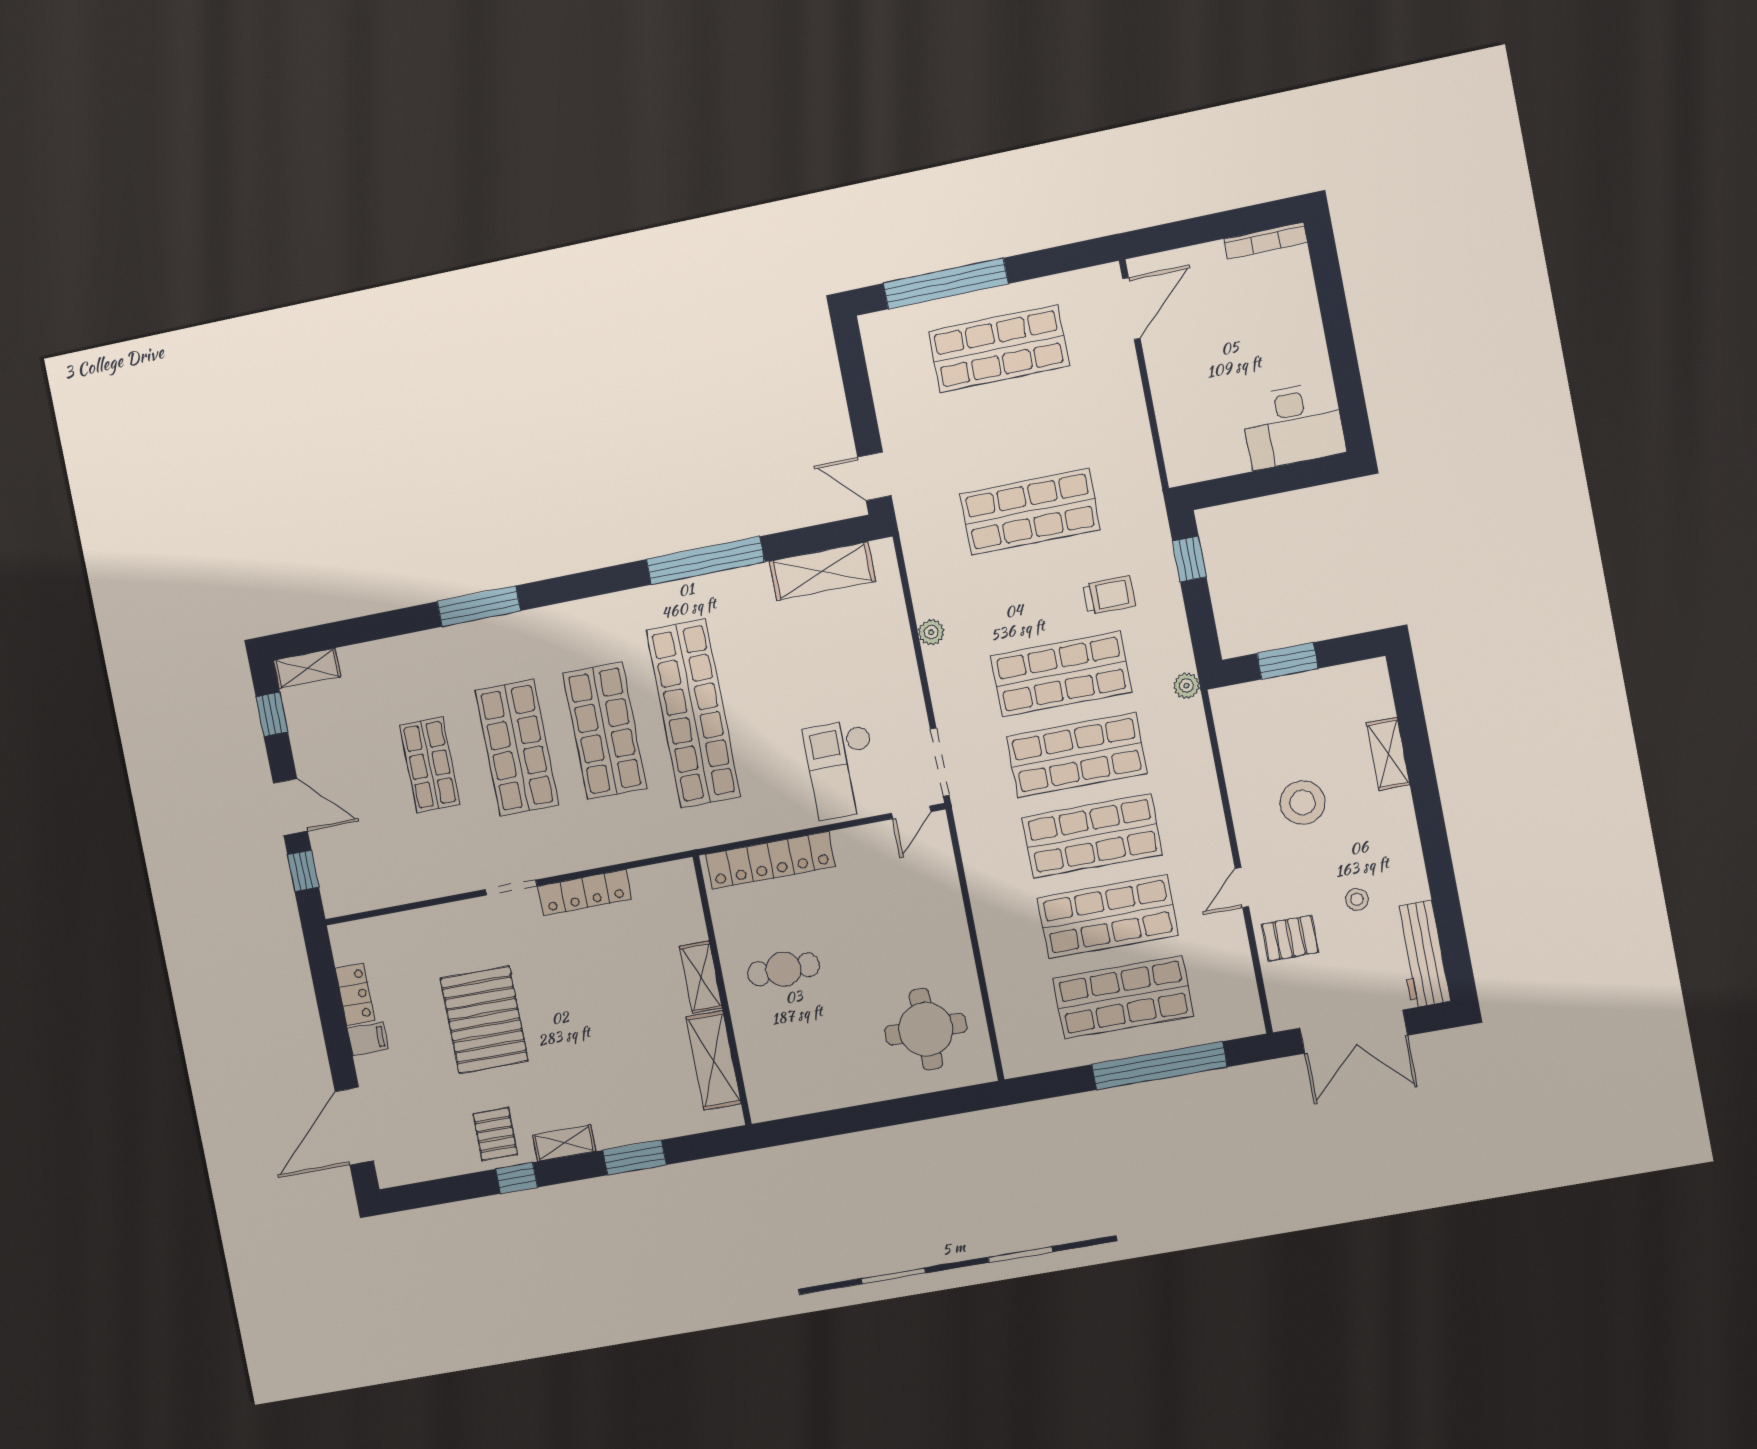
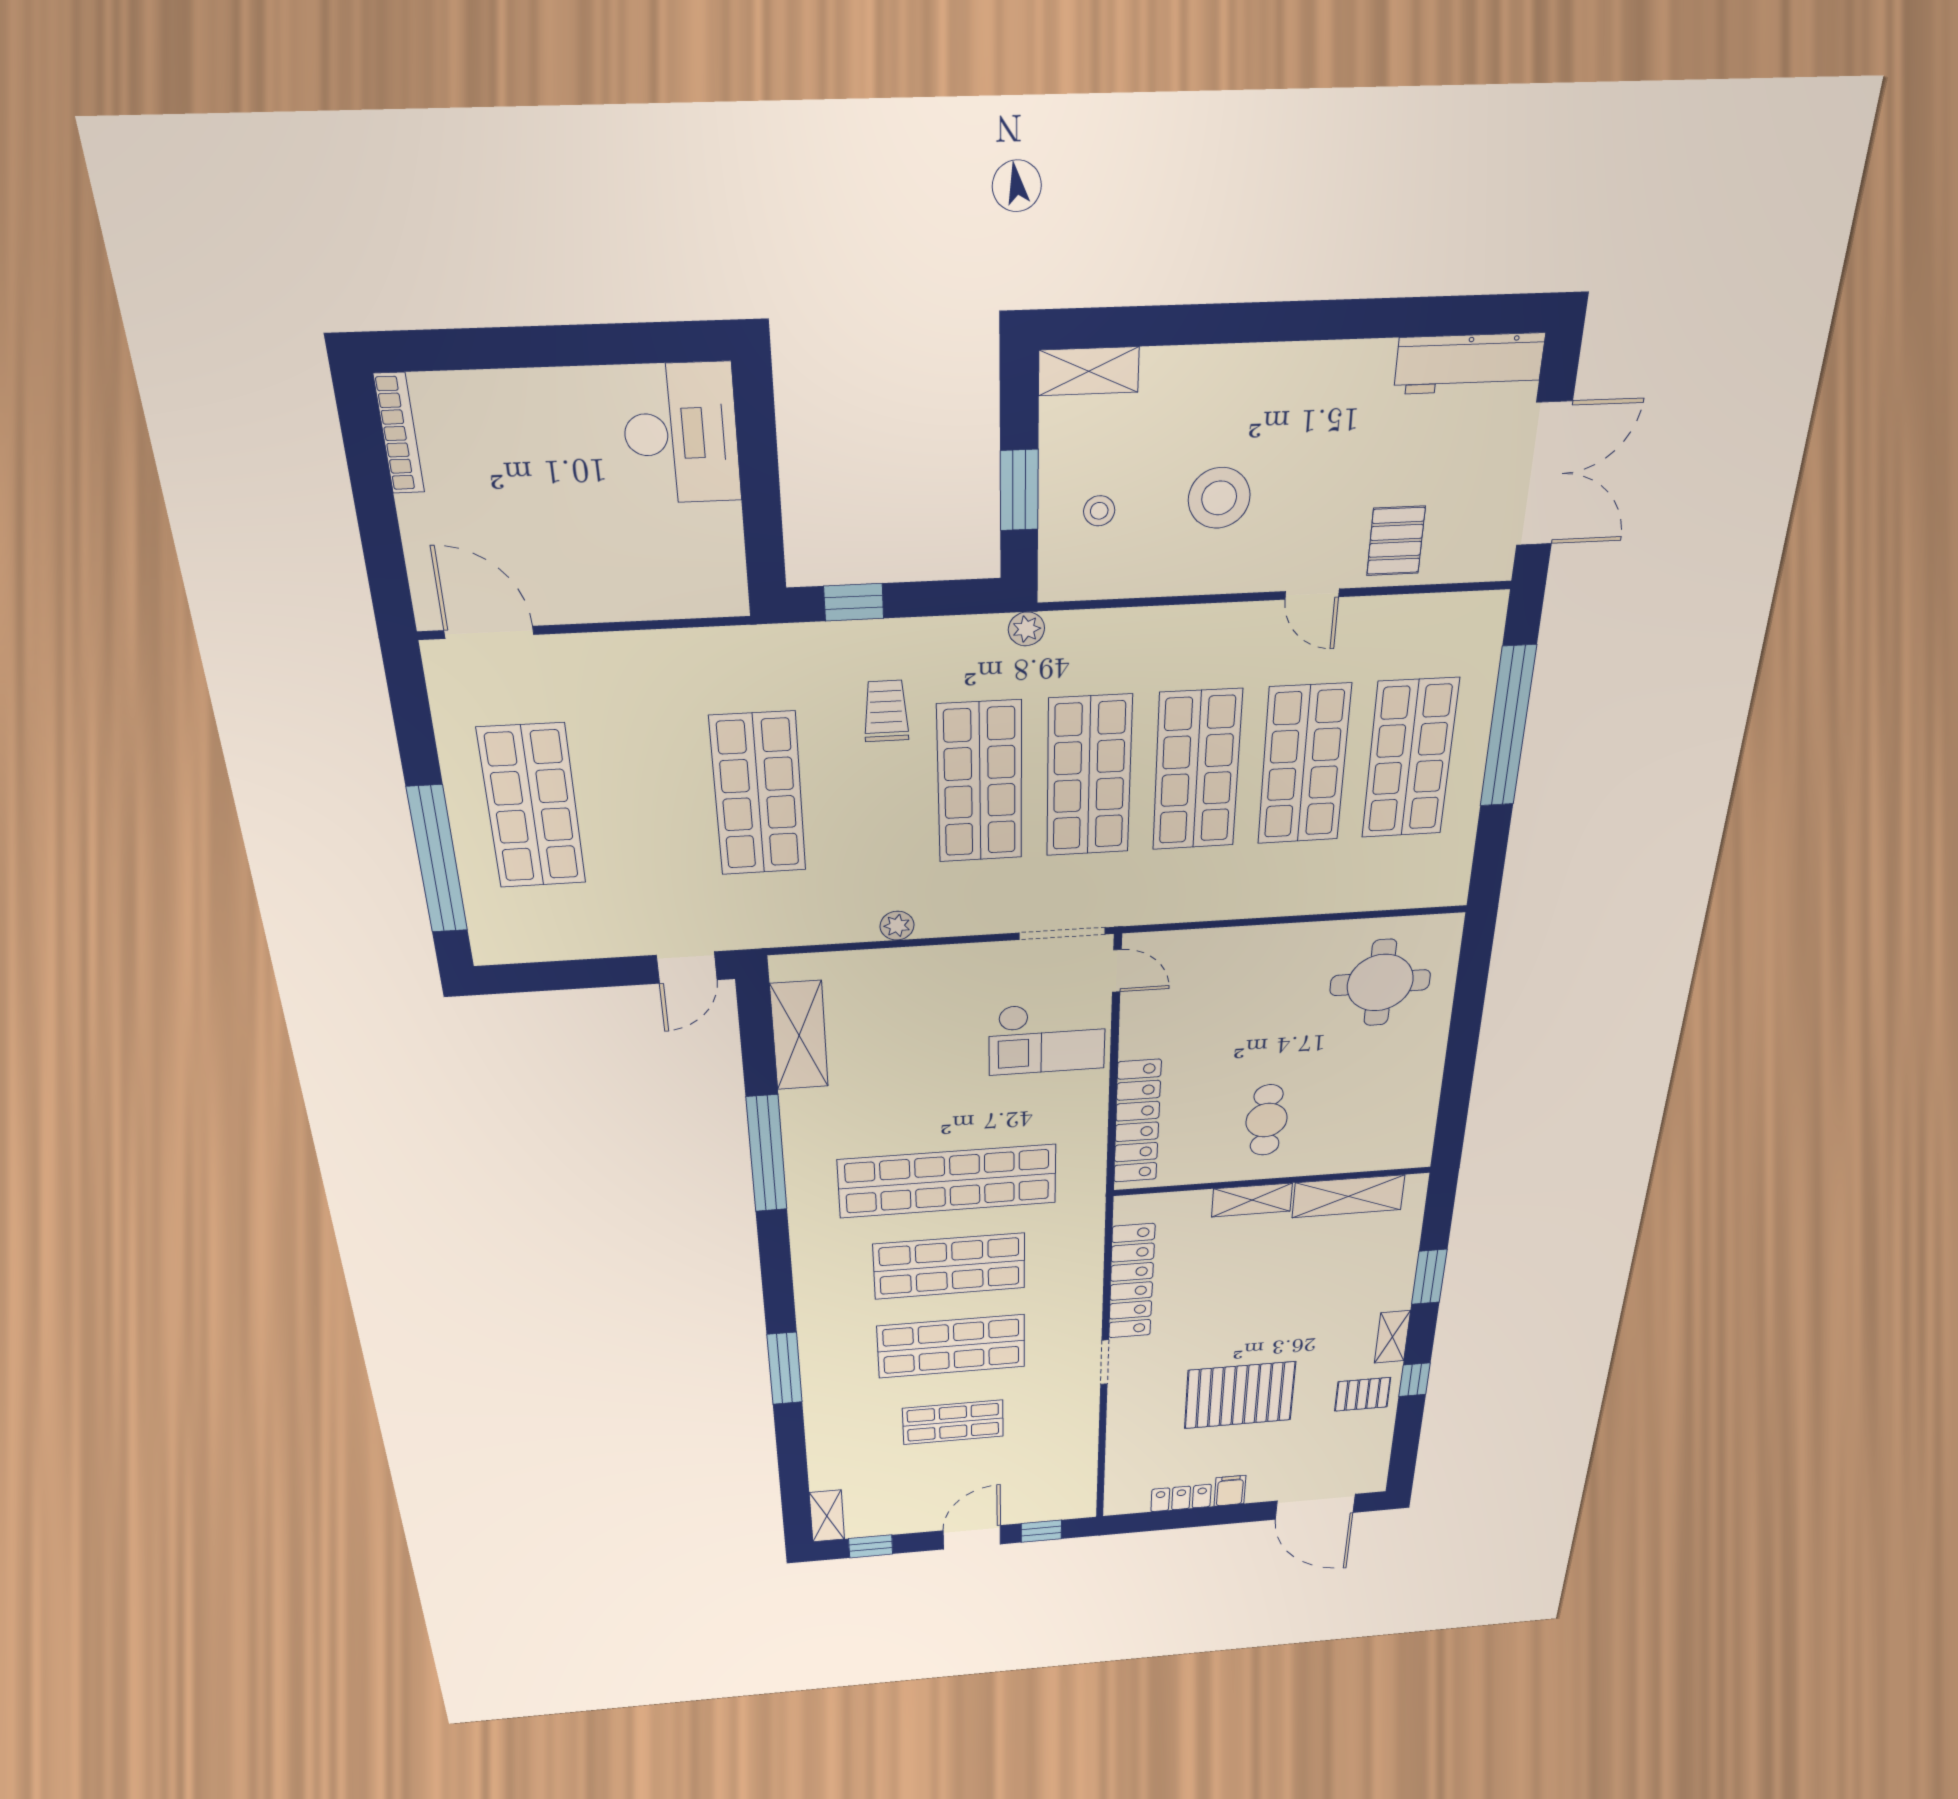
shelving: (1388, 754) -> (1089, 371), moved
locker: (585, 892) -> (1132, 1282), width x1.41, depth x1.21
stool: (1357, 899) -> (1099, 511), moved

